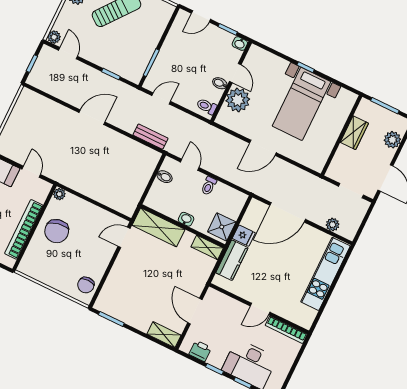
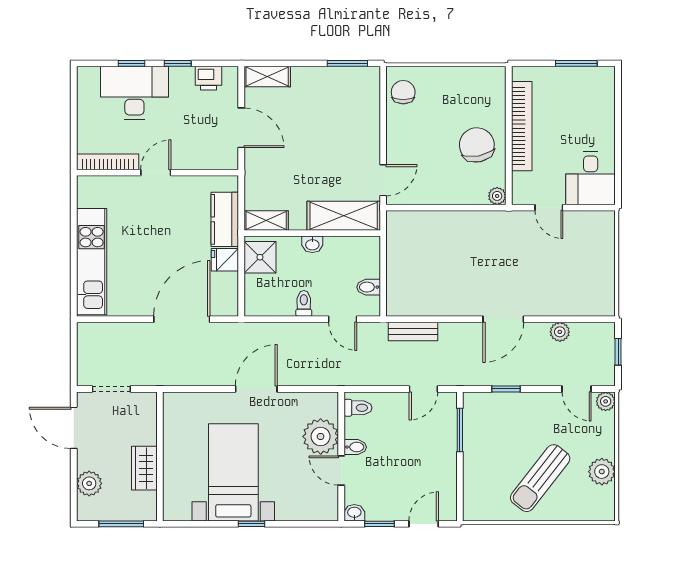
plant: (333, 225) -> (560, 332), moved

